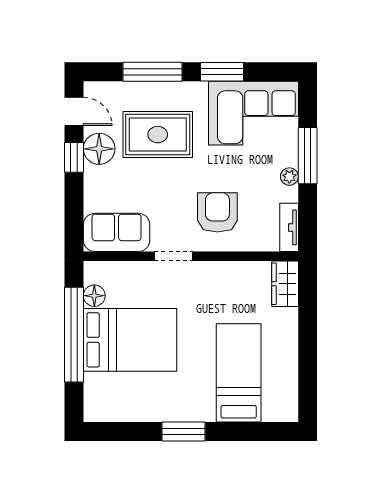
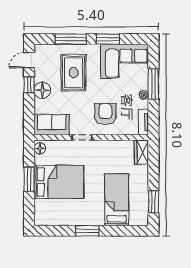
door: (74, 111) -> (29, 60), swing flipped
rug: (158, 135) -> (74, 73), turned 90
floor lamp: (99, 149) -> (42, 90), moved
floor lamp: (94, 296) -> (40, 148), moved
window: (74, 335) -> (29, 179), width x0.47
window: (308, 377) -> (153, 202), added

